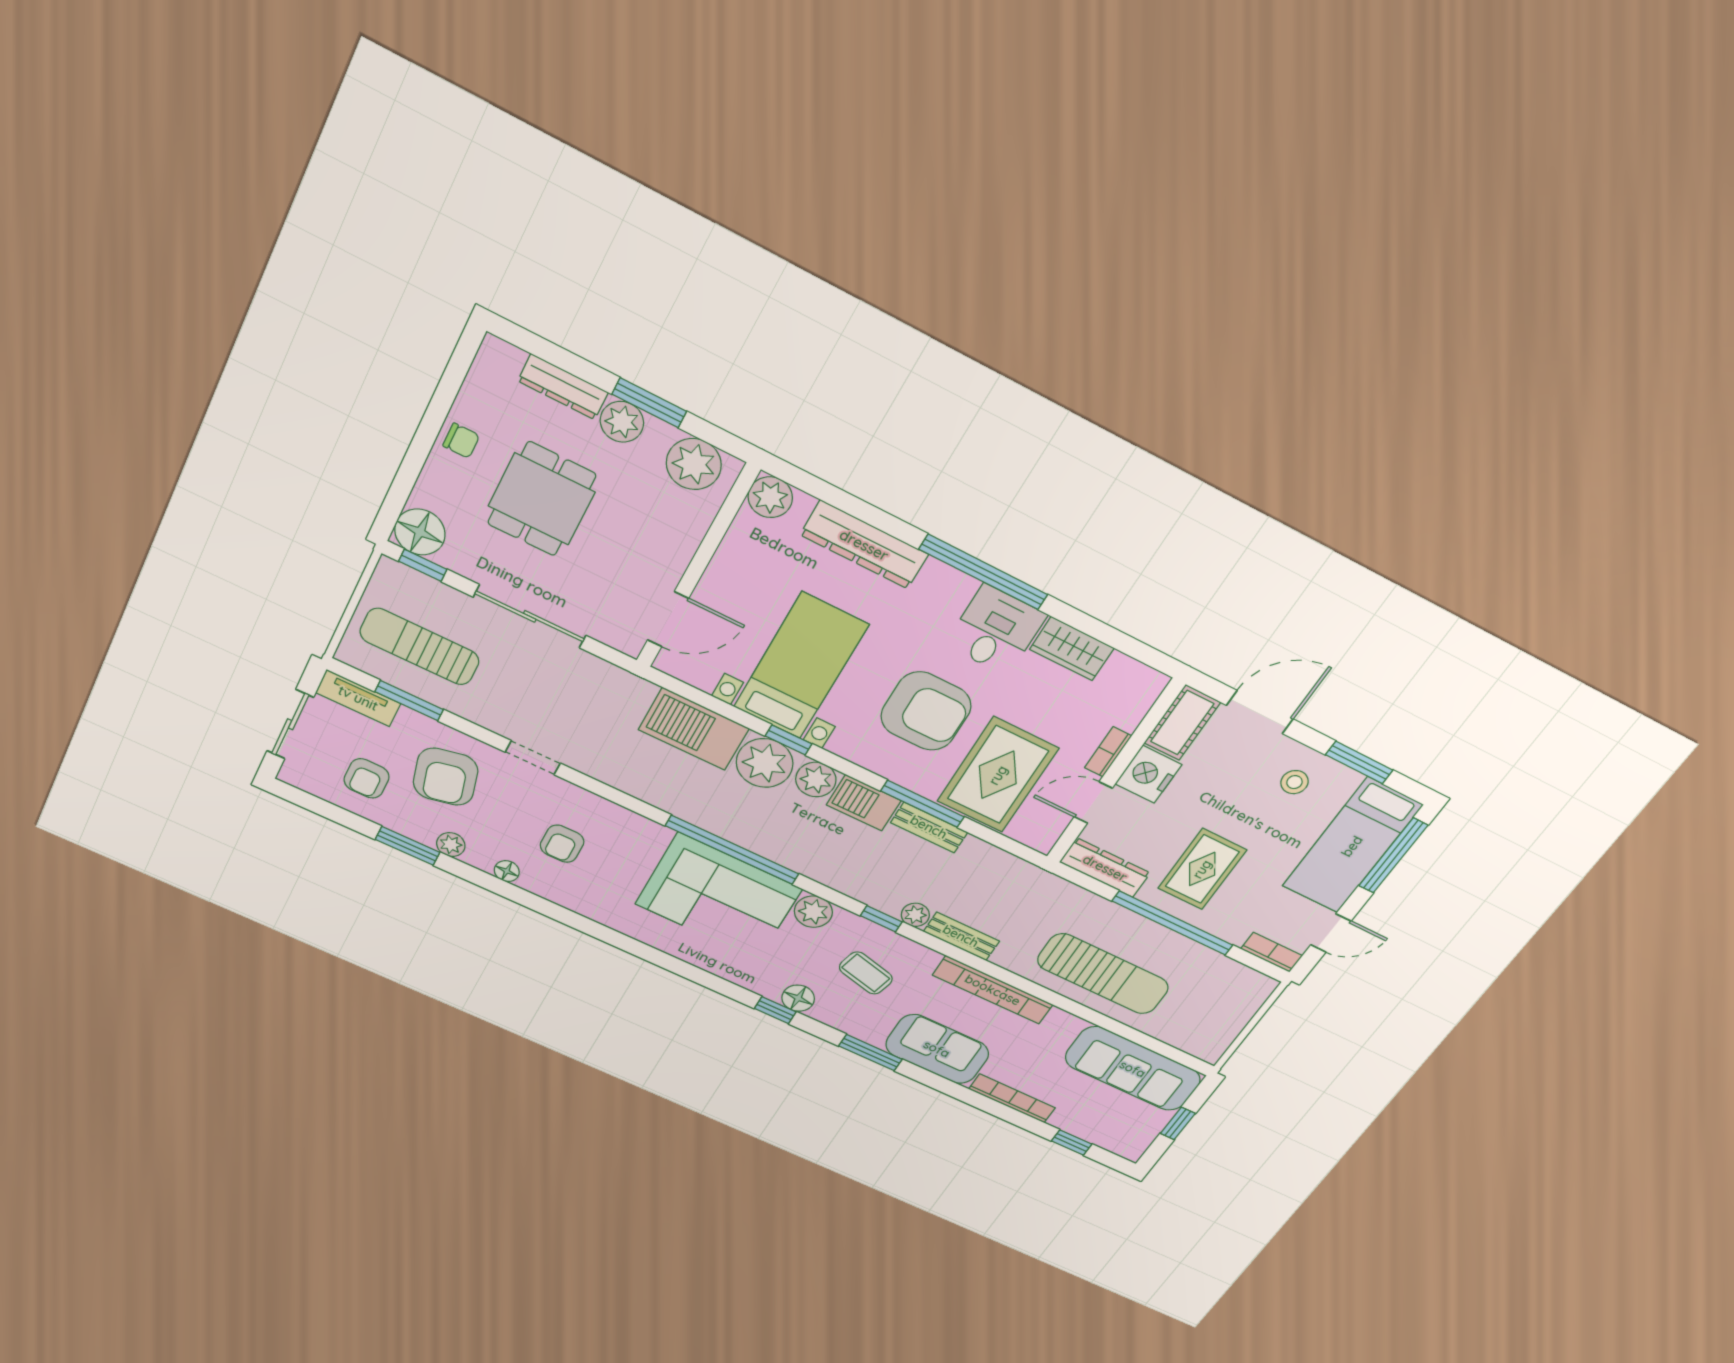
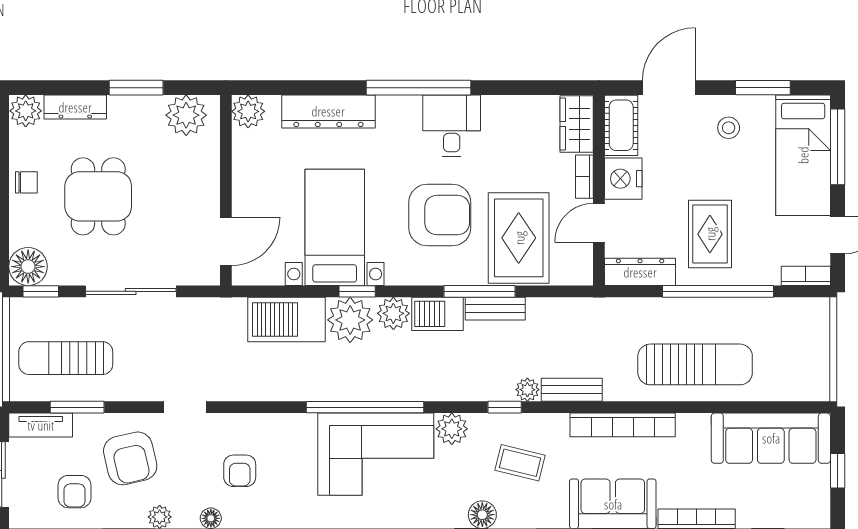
plant: (622, 422) -> (26, 111), moved
wardrobe: (1072, 649) -> (577, 124), moved, turned 90

